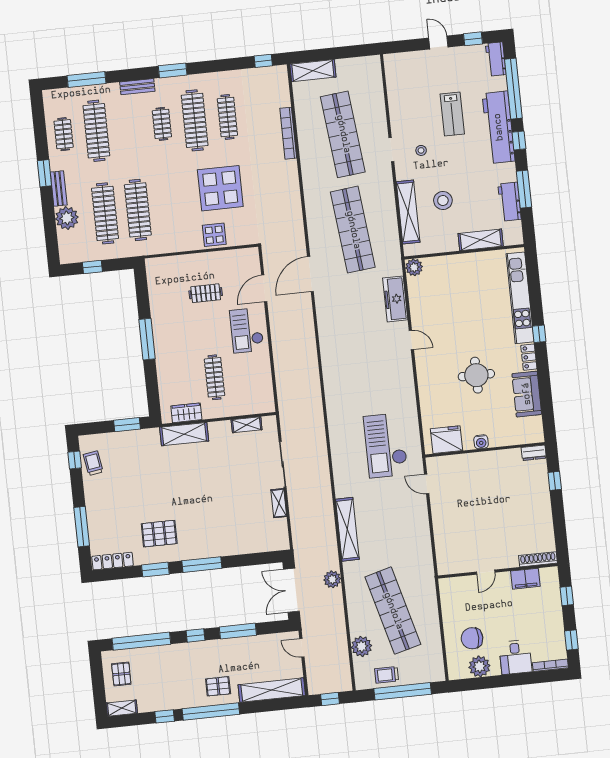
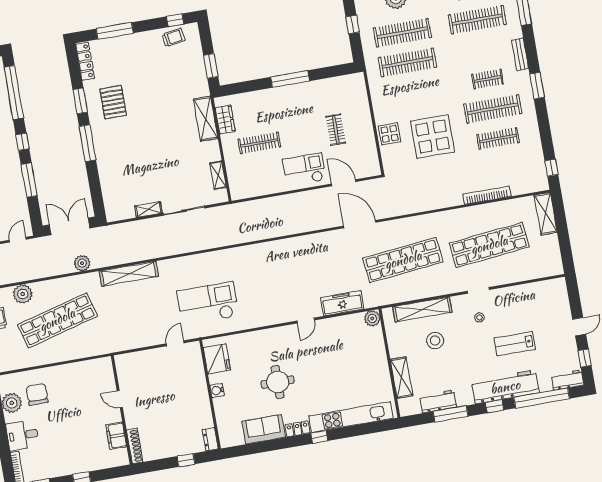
shoe rack: (538, 559) -> (135, 446), moved
wall: (498, 571) -> (122, 410), moved
door: (486, 572) -> (120, 399), moved
filing cabinet: (525, 579) -> (116, 436), moved

